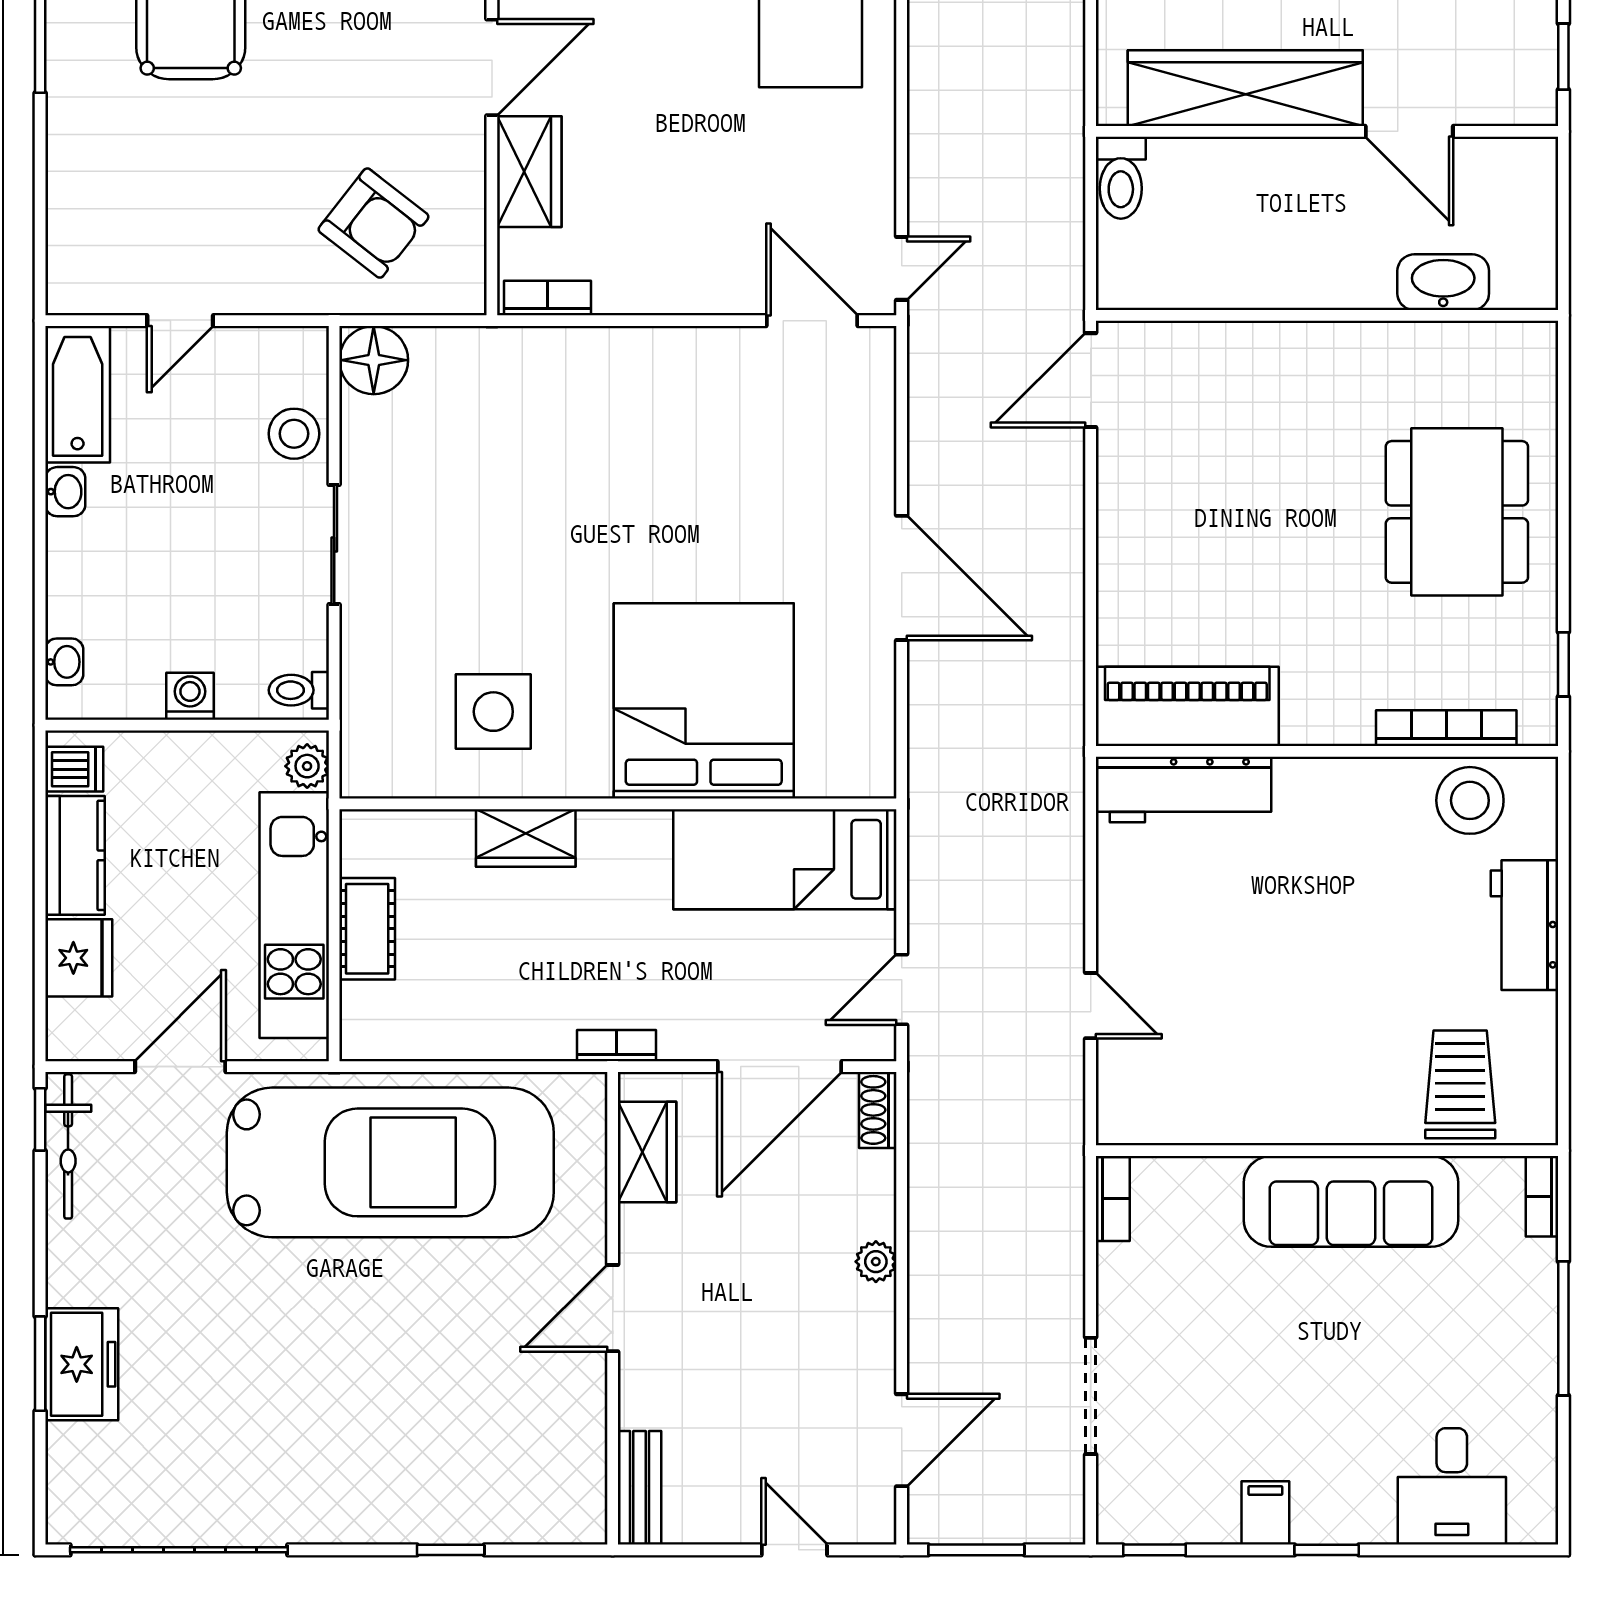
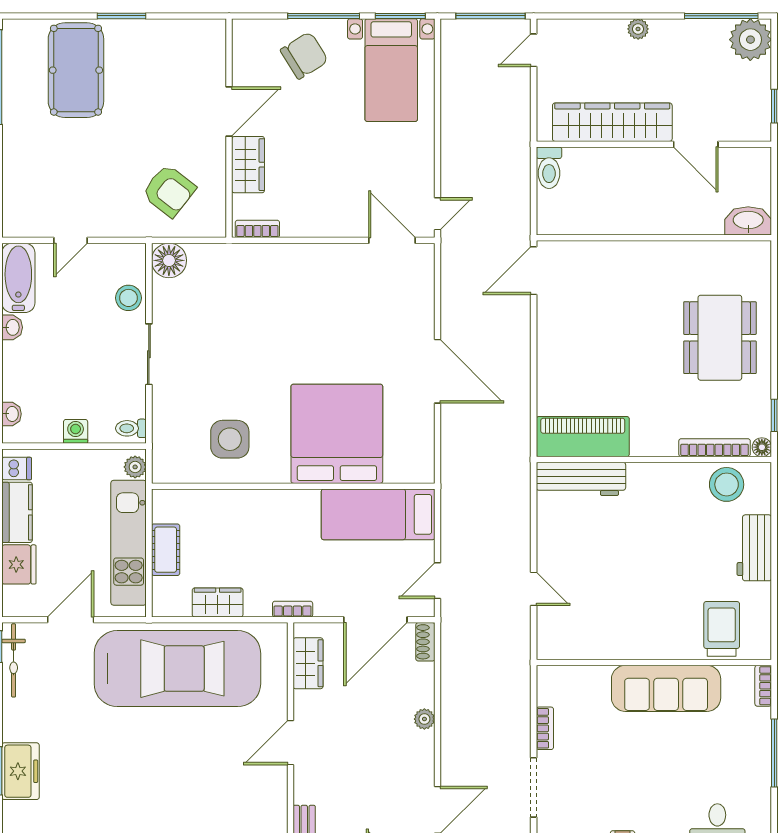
washbasin: (1443, 282) -> (748, 221), moved
floor lamp: (1539, 727) -> (762, 447), added
wardrobe: (526, 838) -> (218, 602), moved, turned 180
bookcase: (1113, 1199) -> (545, 728), moved

